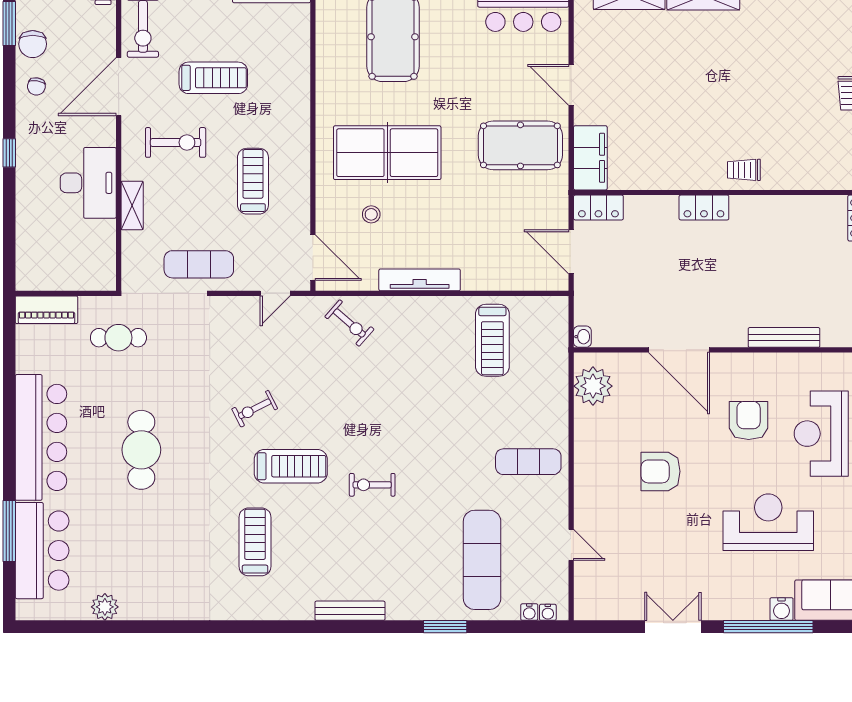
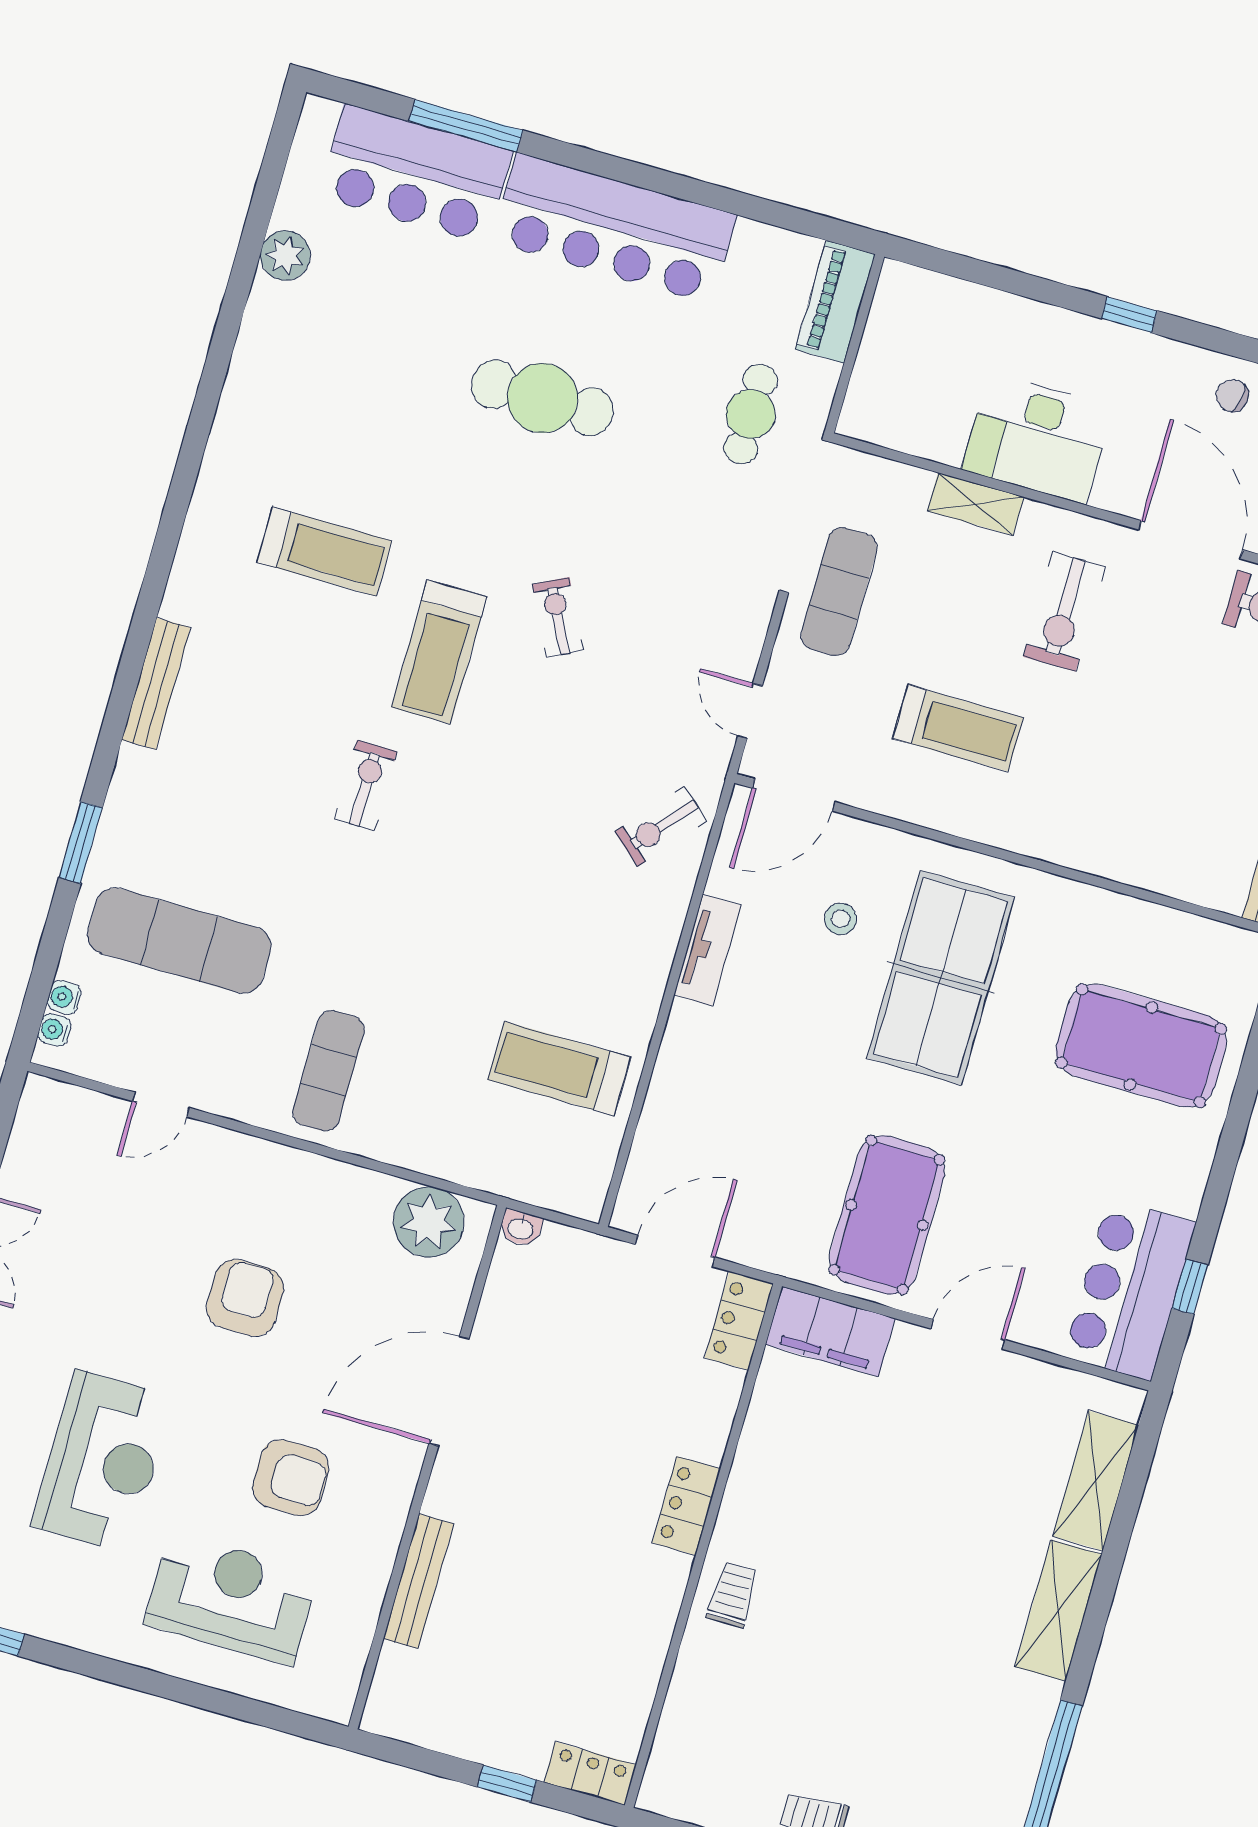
treadmill: (213, 78) -> (1159, 710), removed
tv unit: (420, 280) -> (707, 950), width x0.71

